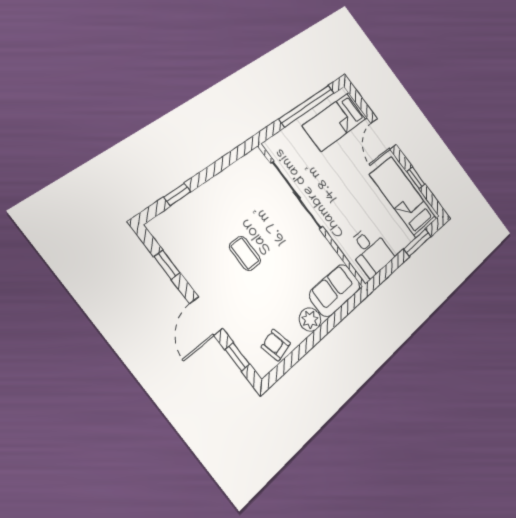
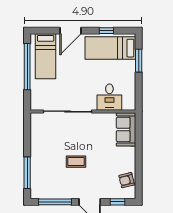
door: (384, 134) -> (71, 31), hinge flipped
window: (177, 194) -> (27, 173), width x2.17
desk: (370, 251) -> (109, 97), moved, turned 90
window: (167, 265) -> (55, 202), width x2.17
plant: (310, 320) -> (129, 154), removed

